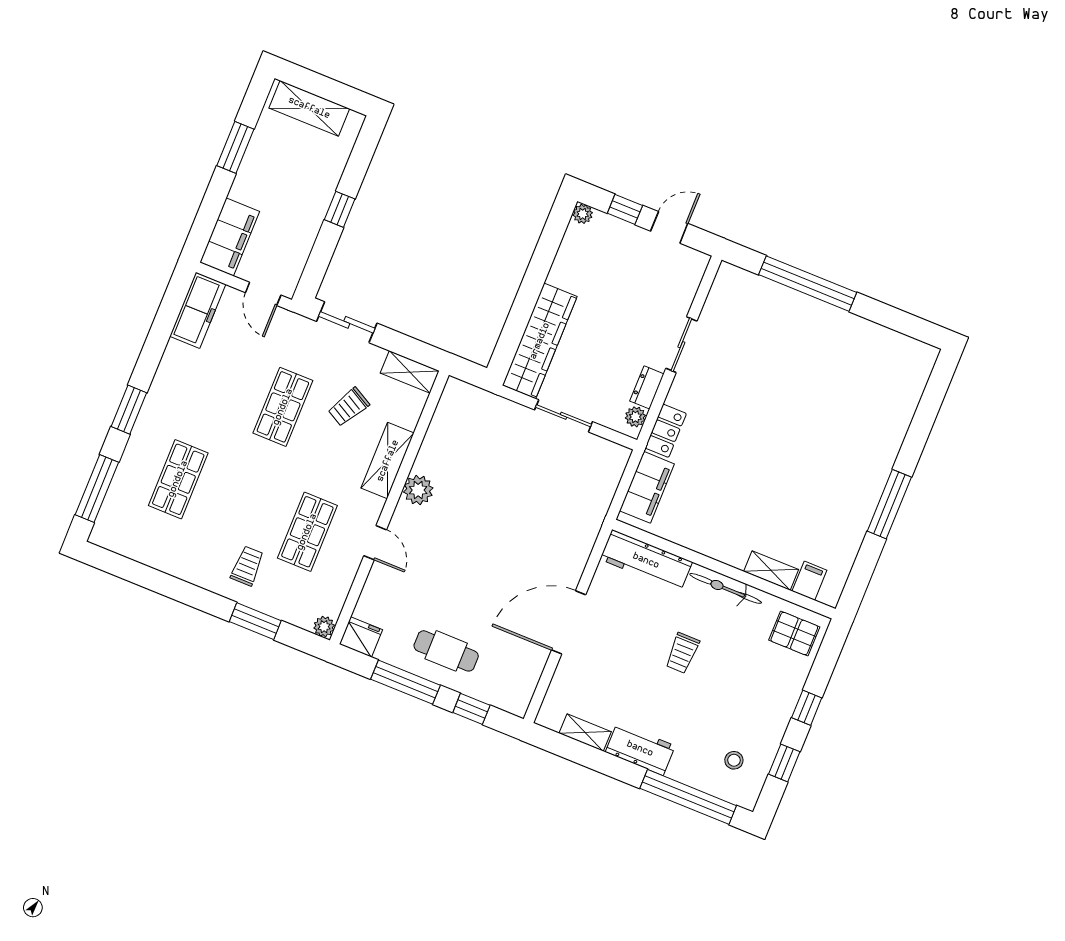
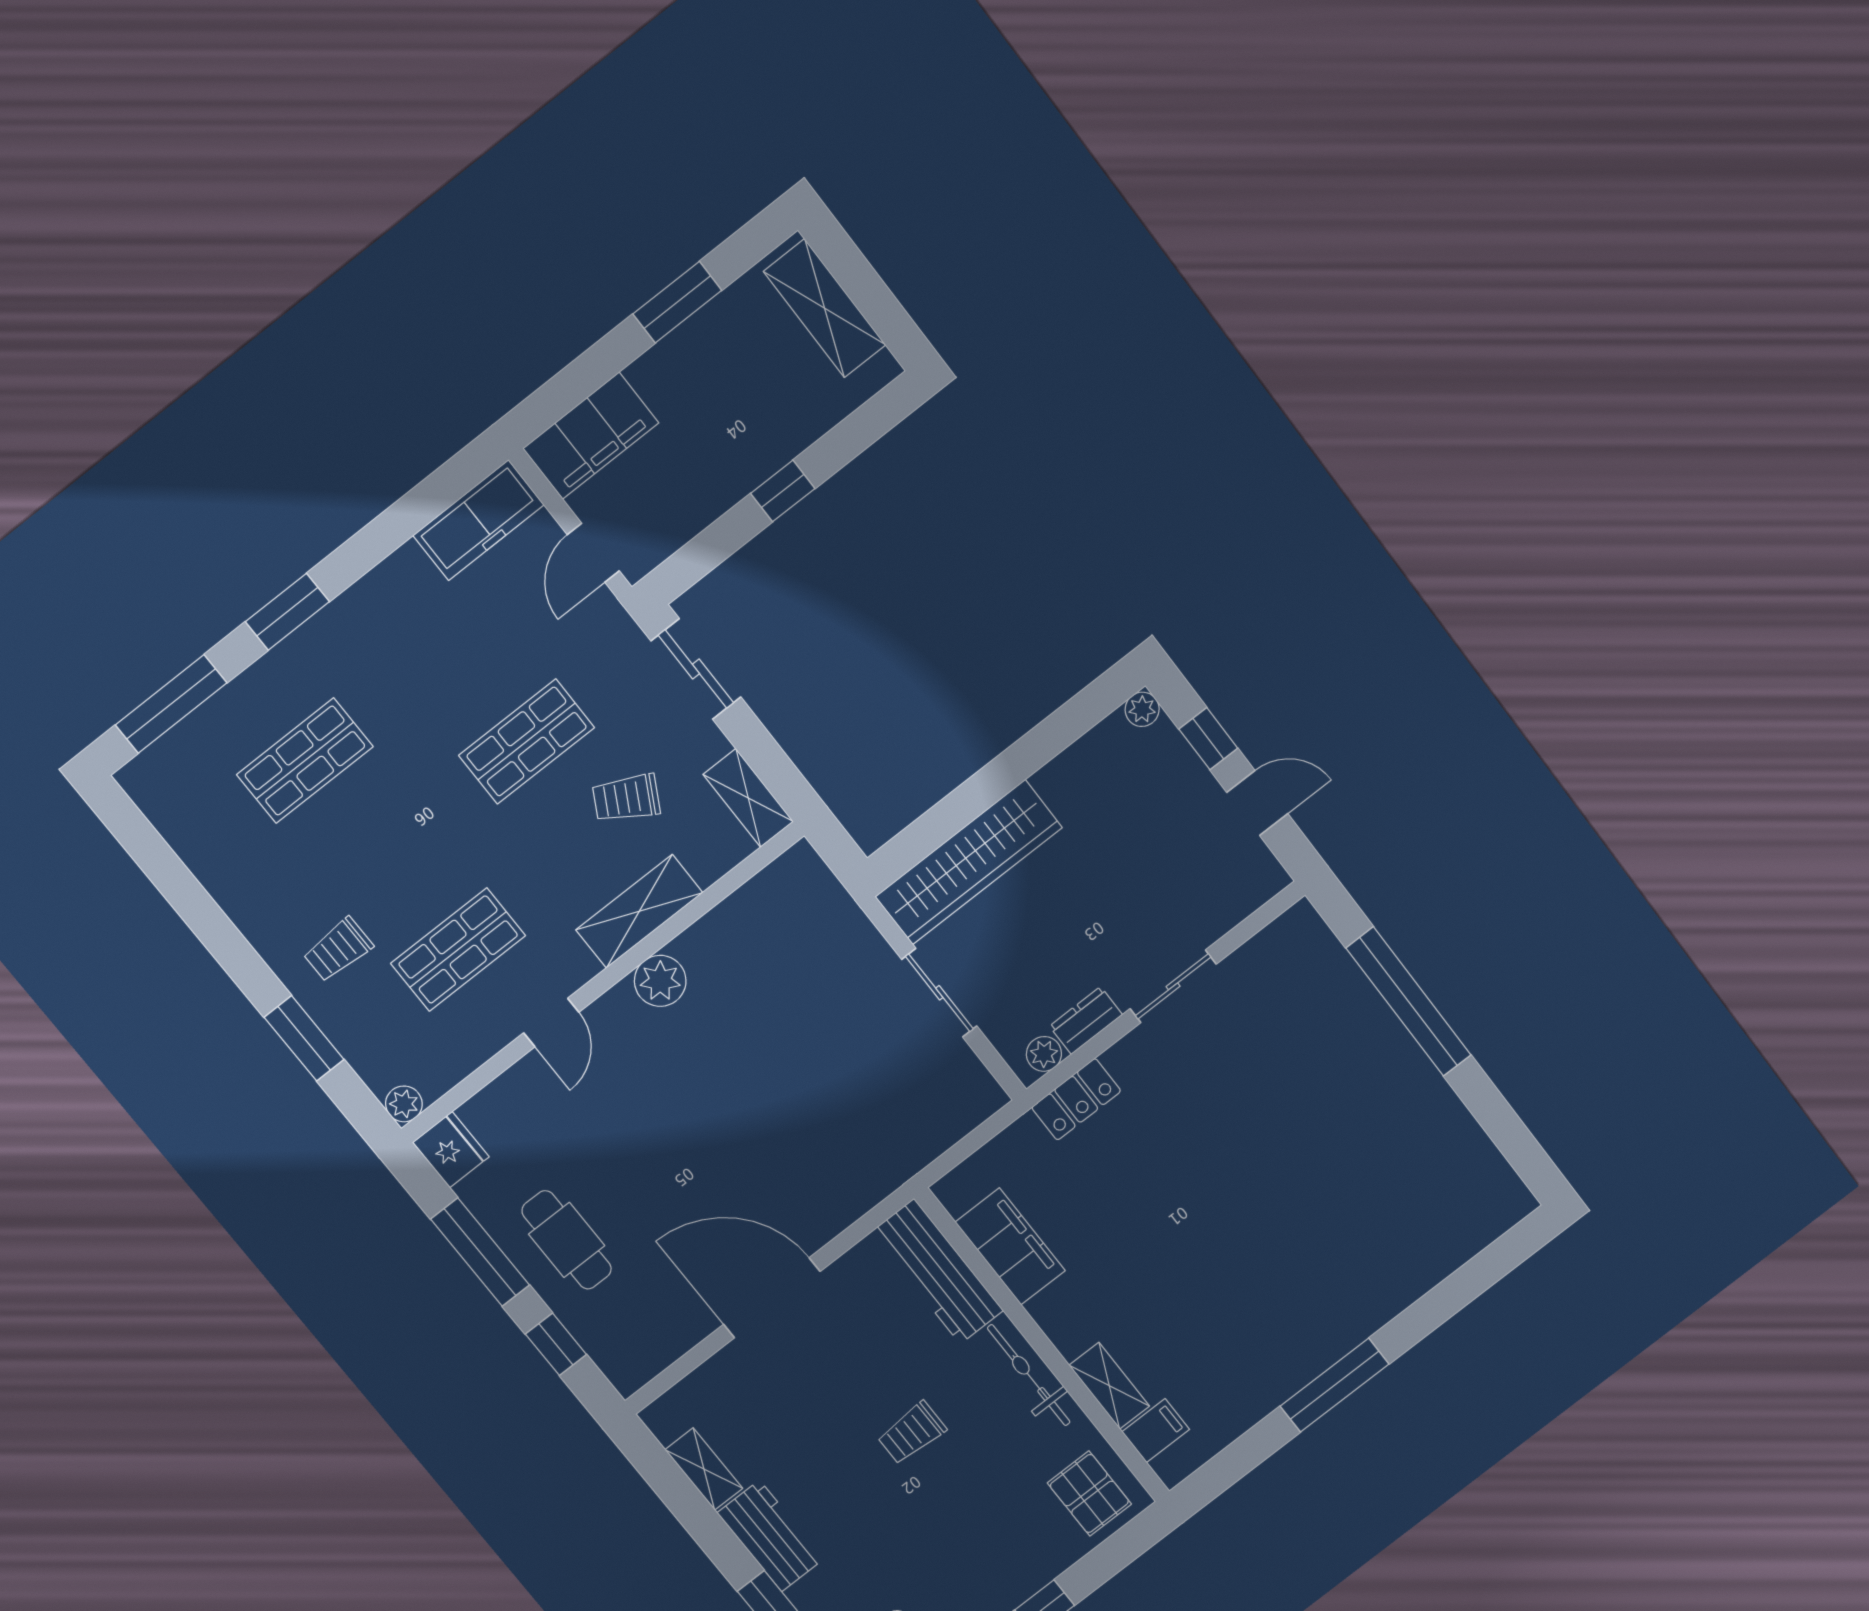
filing cabinet: (647, 487) -> (1010, 1246), moved, turned -90
trolley: (247, 566) -> (338, 949), turned 180

